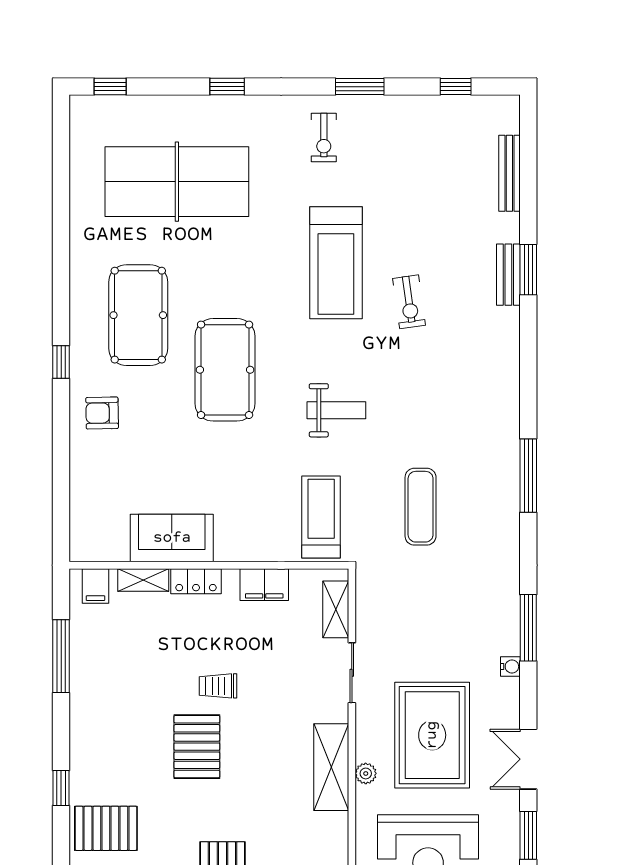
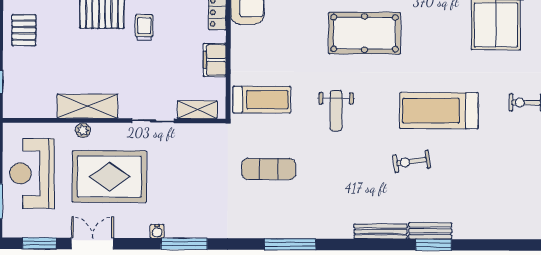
bench: (509, 173) -> (381, 231), moved

